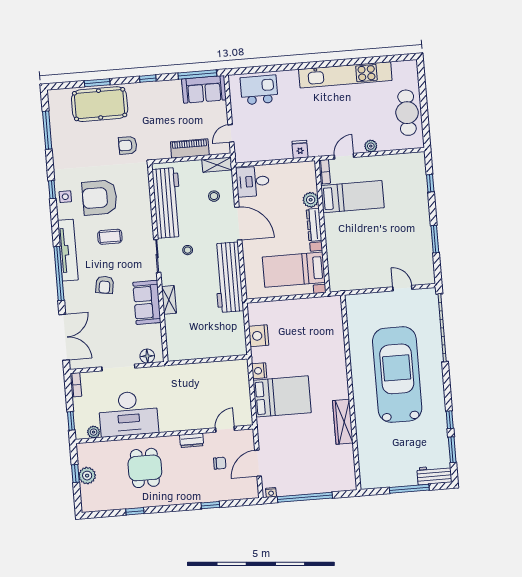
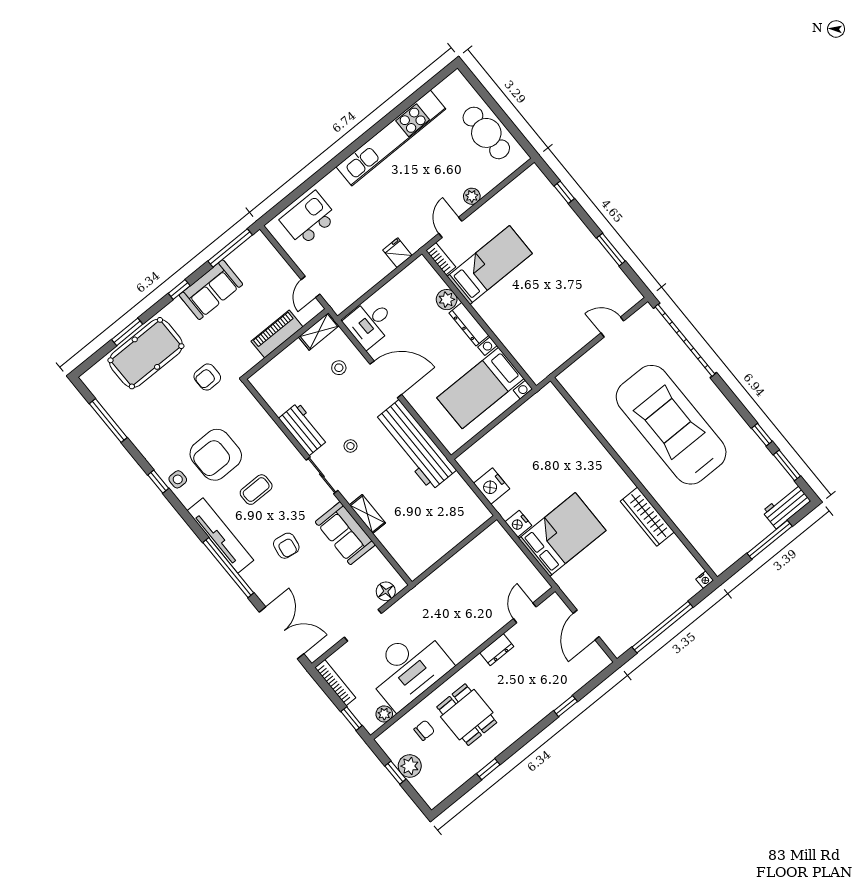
sofa: (204, 89) -> (211, 290), moved
workbench: (167, 203) -> (303, 429), width x0.53, depth x0.76
bookcase: (76, 385) -> (335, 683), width x1.56
chair: (220, 463) -> (424, 730), moved
nightstand: (271, 492) -> (705, 580), moved

